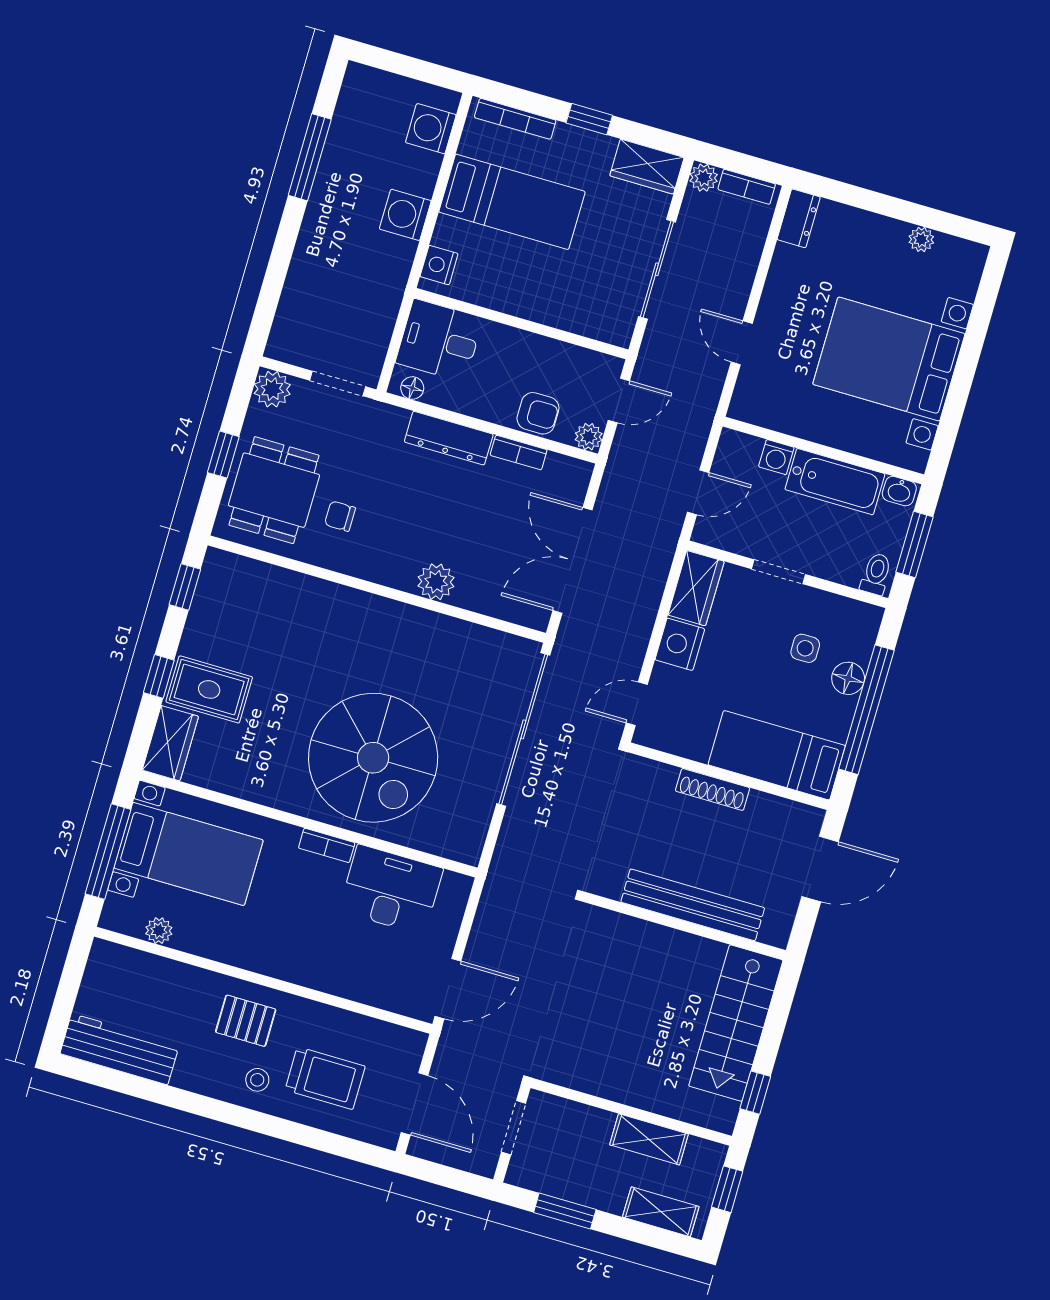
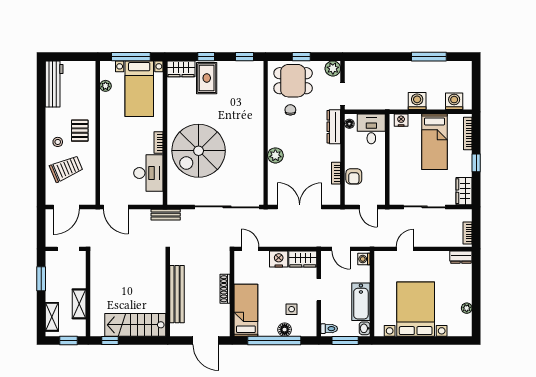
plant: (704, 178) -> (466, 215), removed
plant: (589, 437) -> (350, 199), removed
dresser: (449, 438) -> (334, 127), moved
washing machine: (776, 457) -> (364, 259), moved
bench: (500, 878) -> (166, 215), added
trolley: (325, 1078) -> (66, 169), turned -113

